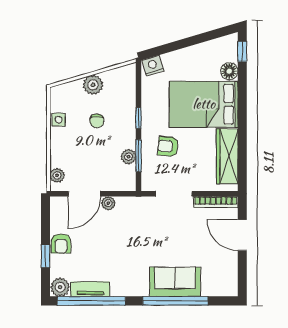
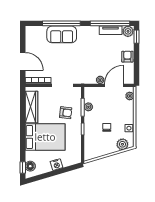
nightstand: (153, 66) -> (57, 165), moved
floor lamp: (229, 71) -> (30, 166), moved
plant: (93, 85) -> (122, 144), moved
window: (45, 256) -> (136, 37), moved

